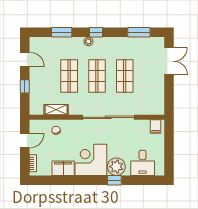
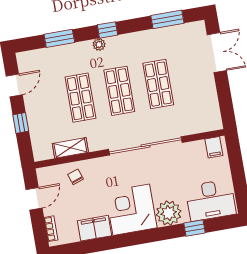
door: (25, 59) -> (14, 85), hinge flipped
desk: (143, 163) -> (211, 200), width x1.37
window: (114, 180) -> (195, 228), moved

